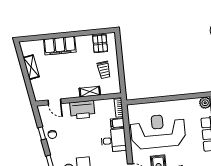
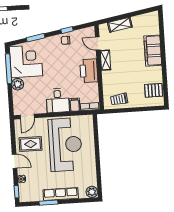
shelving: (31, 67) -> (120, 25), moved
trolley: (104, 70) -> (119, 99), moved
shelving: (90, 92) -> (105, 60), moved
door: (55, 102) -> (98, 44), hinge flipped

